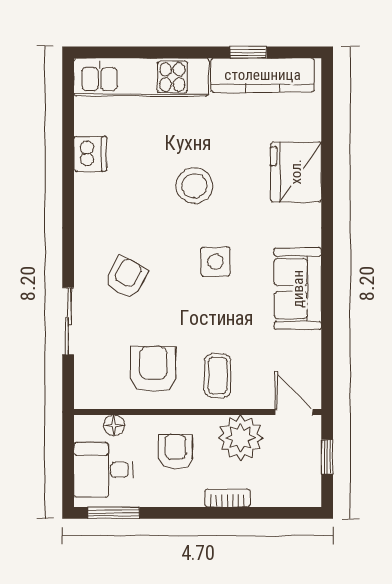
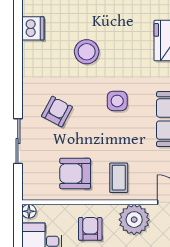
stool: (194, 186) -> (87, 52), moved
armchair: (153, 369) -> (75, 173), turned -90
floor lamp: (114, 425) -> (29, 211), moved

